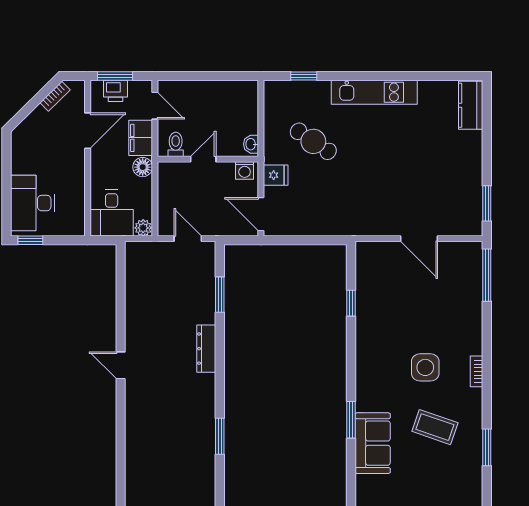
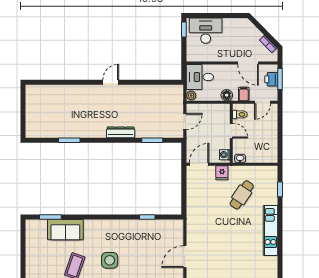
filing cabinet: (141, 138) -> (244, 94), width x0.50
window: (351, 420) -> (50, 217), moved

